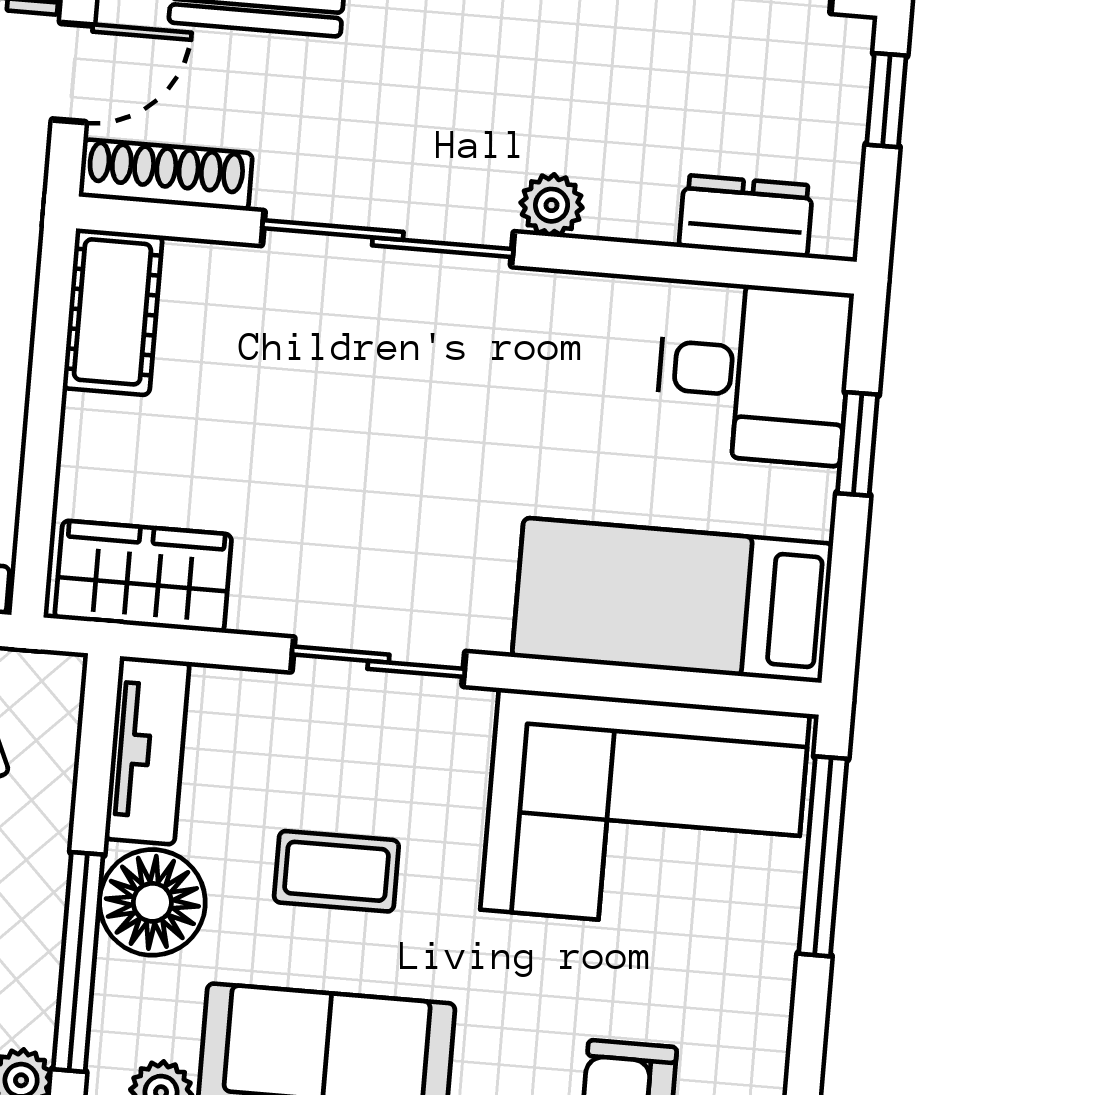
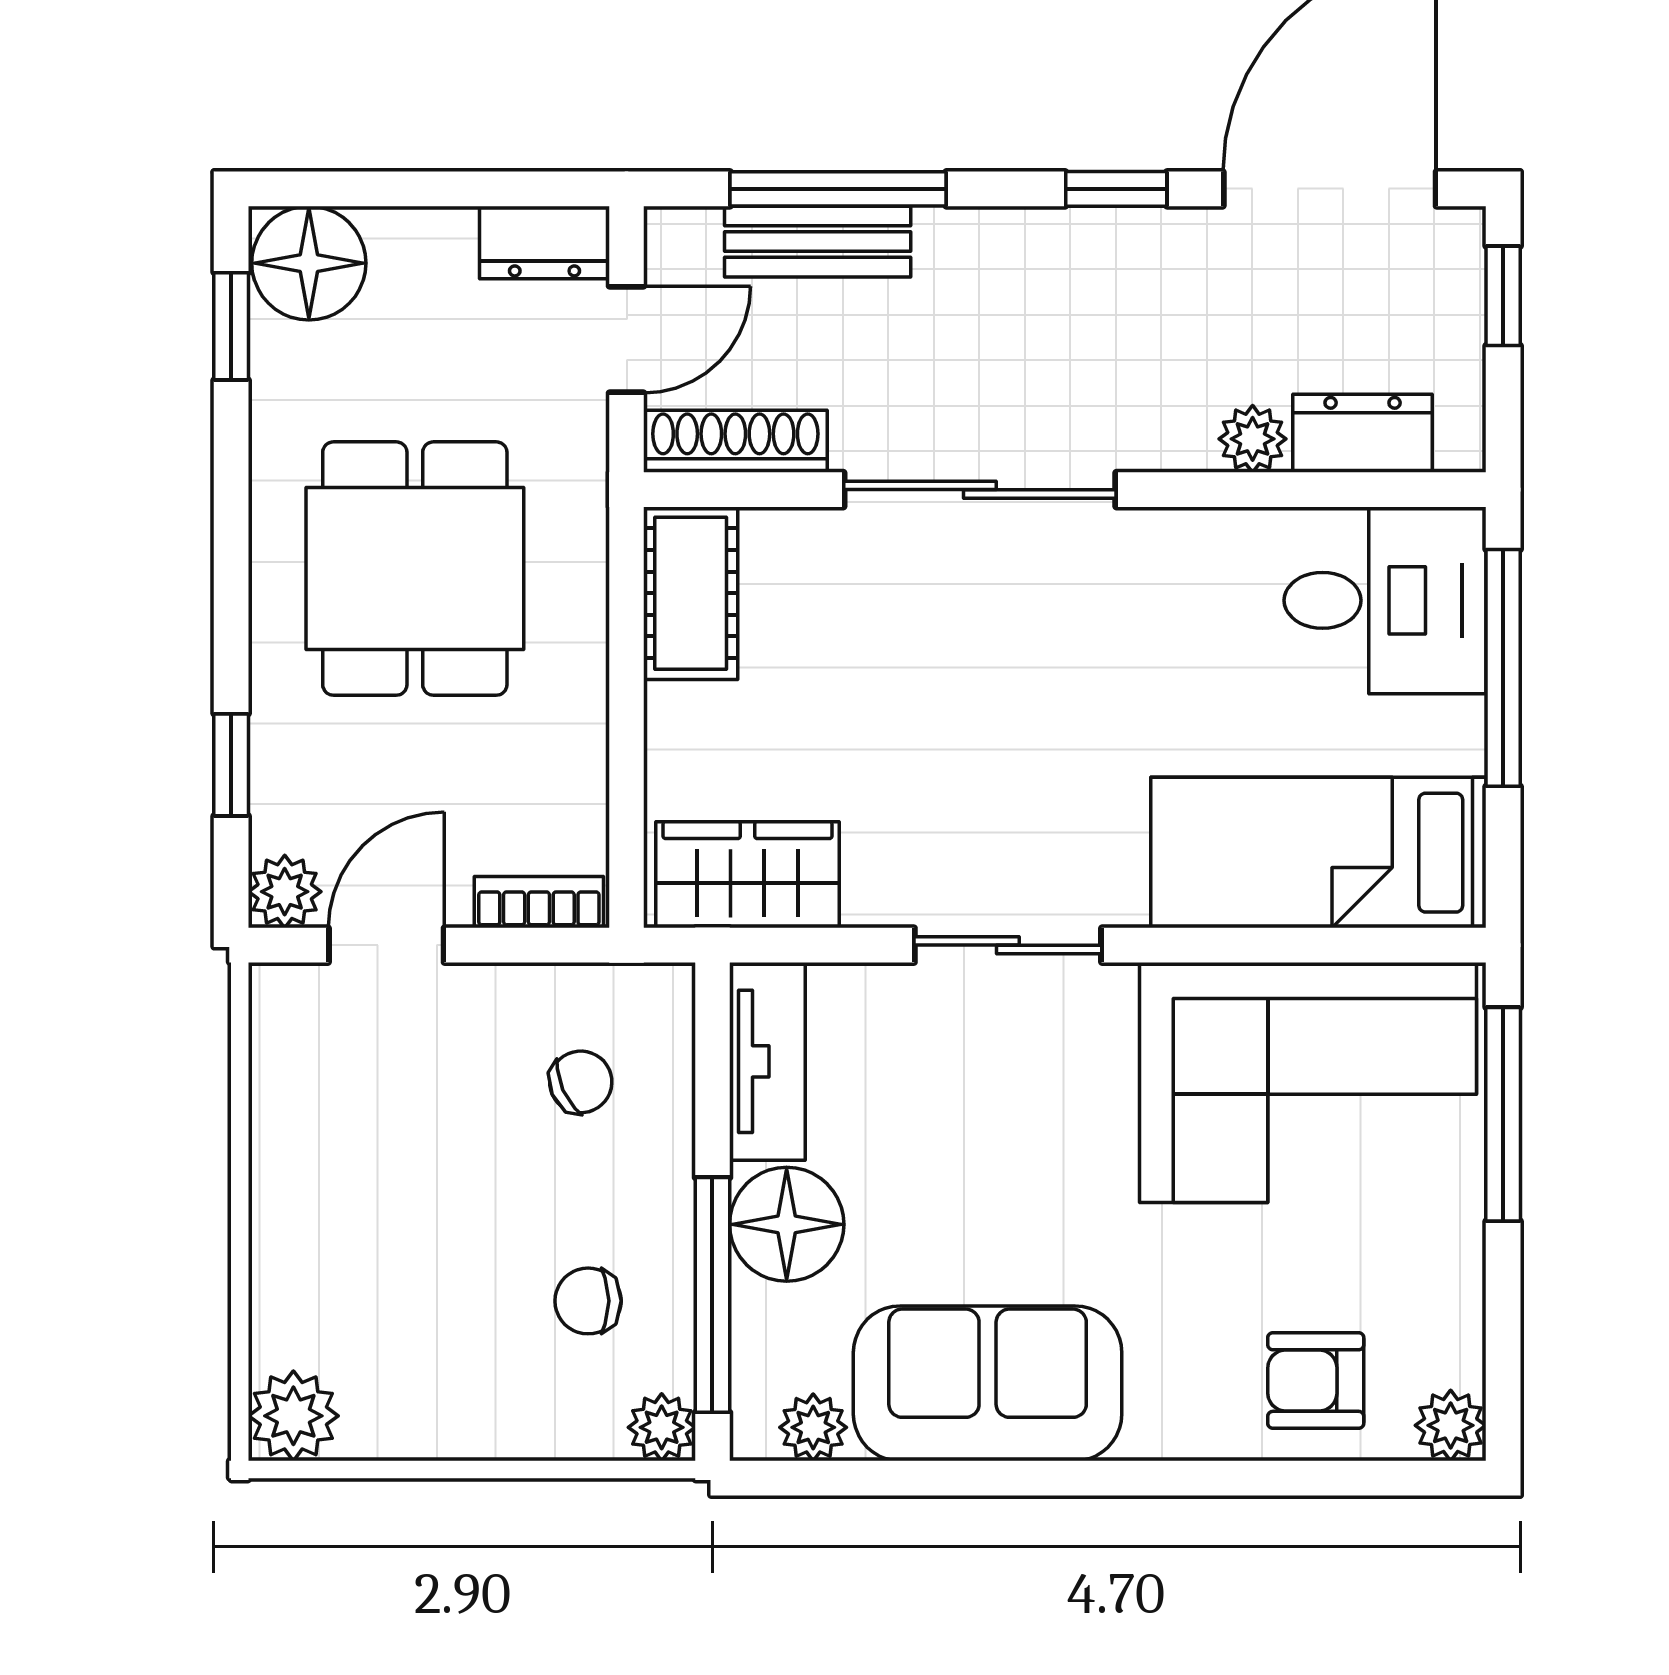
plant: (552, 205) -> (1253, 439), moved
window: (858, 444) -> (1503, 668), width x2.17
coffee table: (336, 871) -> (982, 1174), removed

